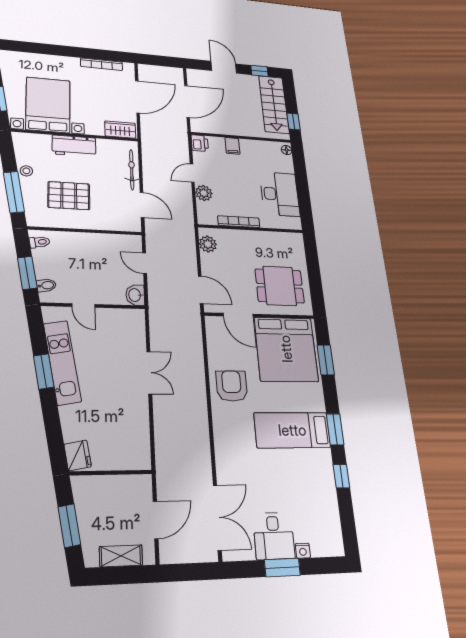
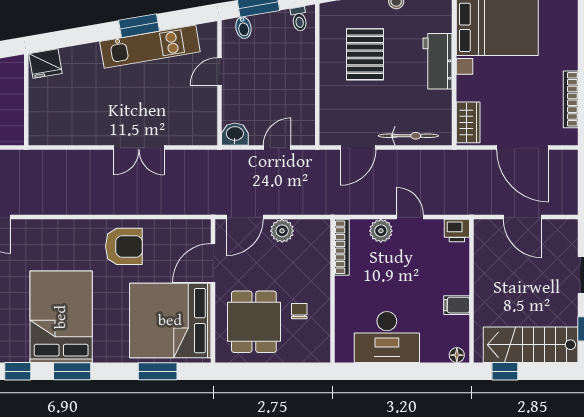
door: (187, 101) -> (522, 217), width x0.73
filing cabinet: (232, 146) -> (457, 305), moved
bookcase: (239, 222) -> (342, 247), moved
plant: (208, 244) -> (282, 231), moved
chair: (268, 253) -> (299, 311), added
bed: (292, 430) -> (61, 317), width x1.50

